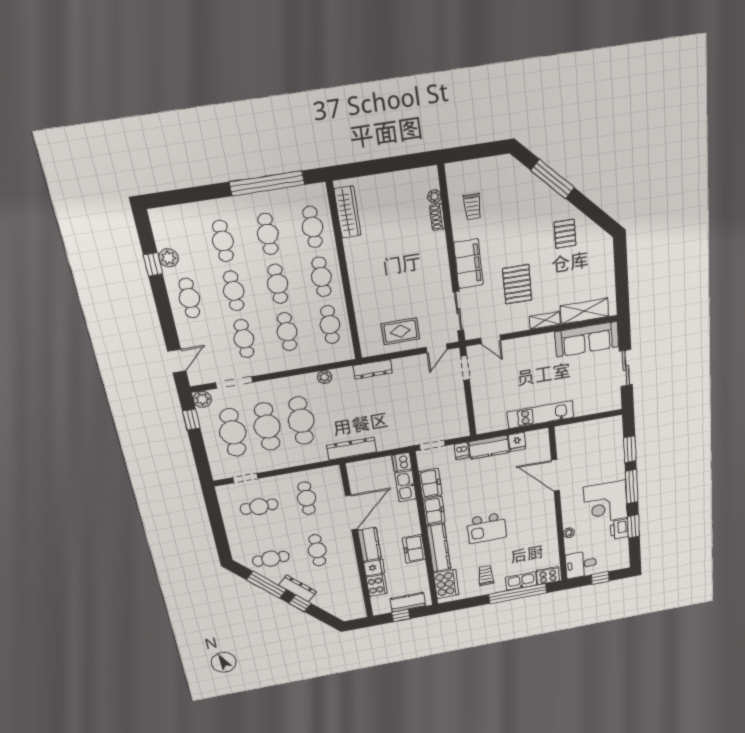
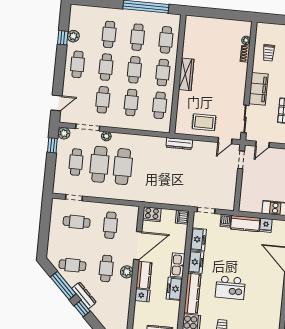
wardrobe: (348, 212) -> (186, 74), moved
door: (491, 339) -> (262, 144), hinge flipped
plant: (325, 377) -> (106, 136), moved
cafe table: (233, 432) -> (76, 162), width x0.73, depth x0.74
dresser: (352, 449) -> (151, 197), removed
kitchen sink: (406, 486) -> (178, 265), moved
plant: (346, 547) -> (127, 272), added
cooker: (377, 585) -> (152, 214), moved, turned 90

